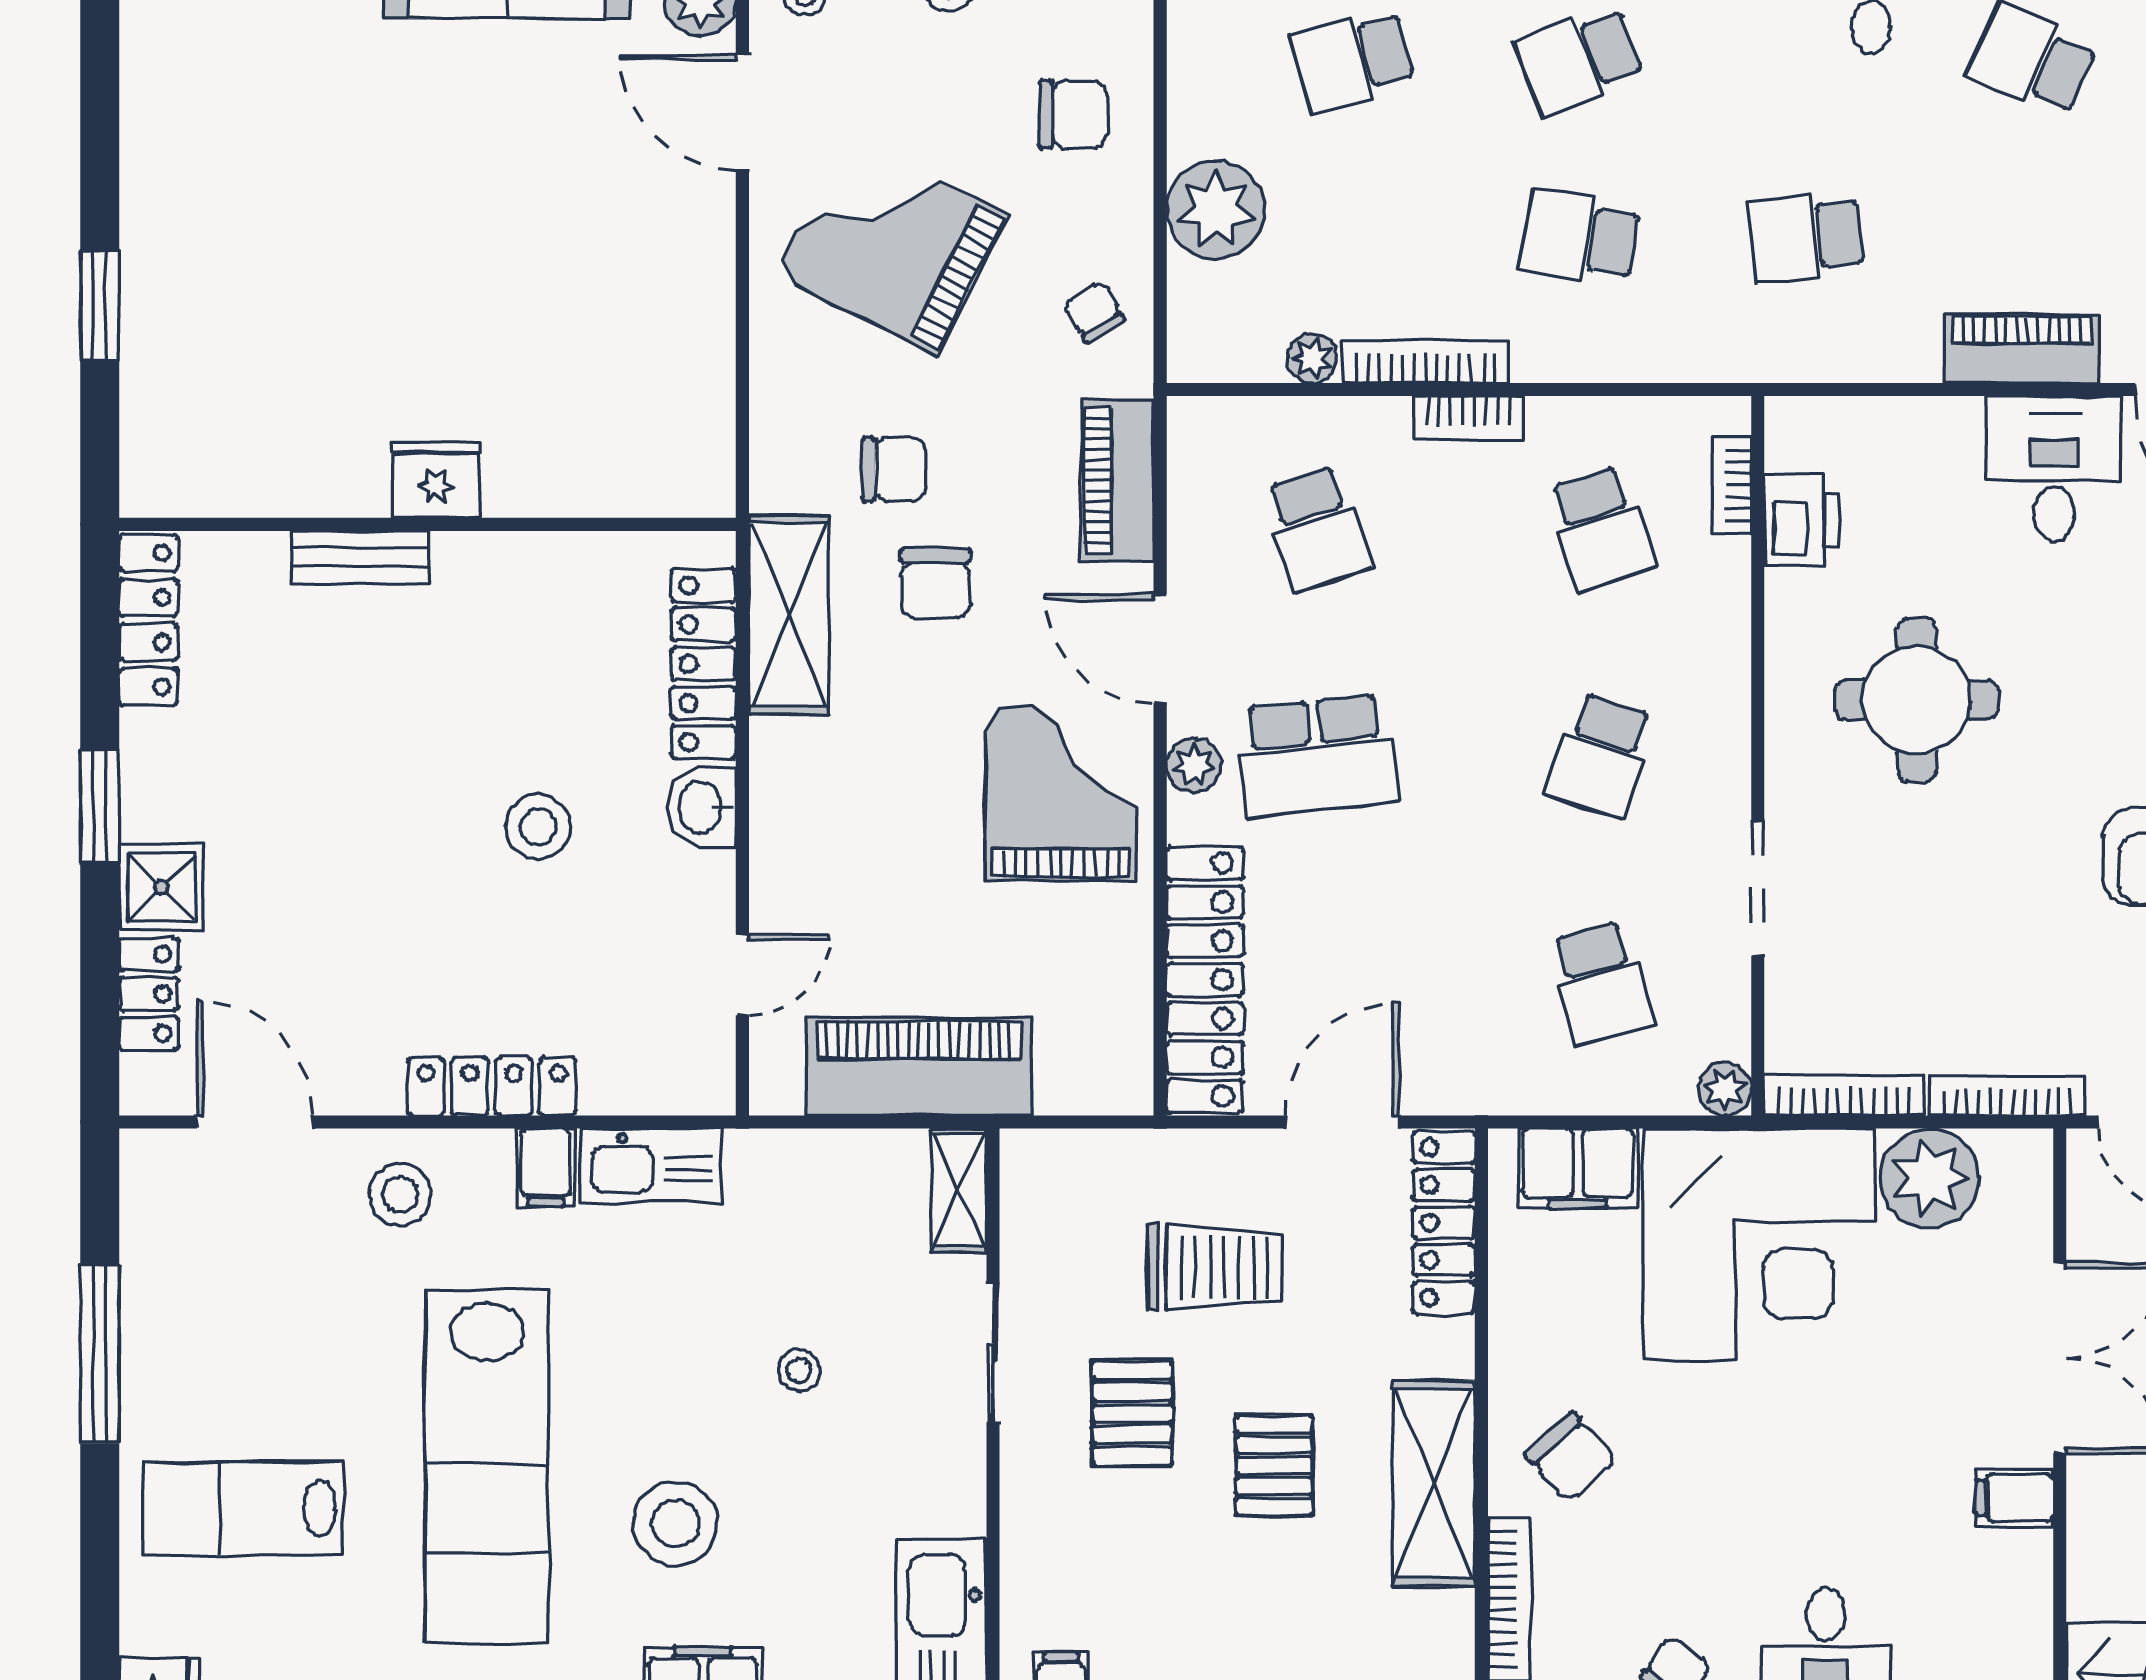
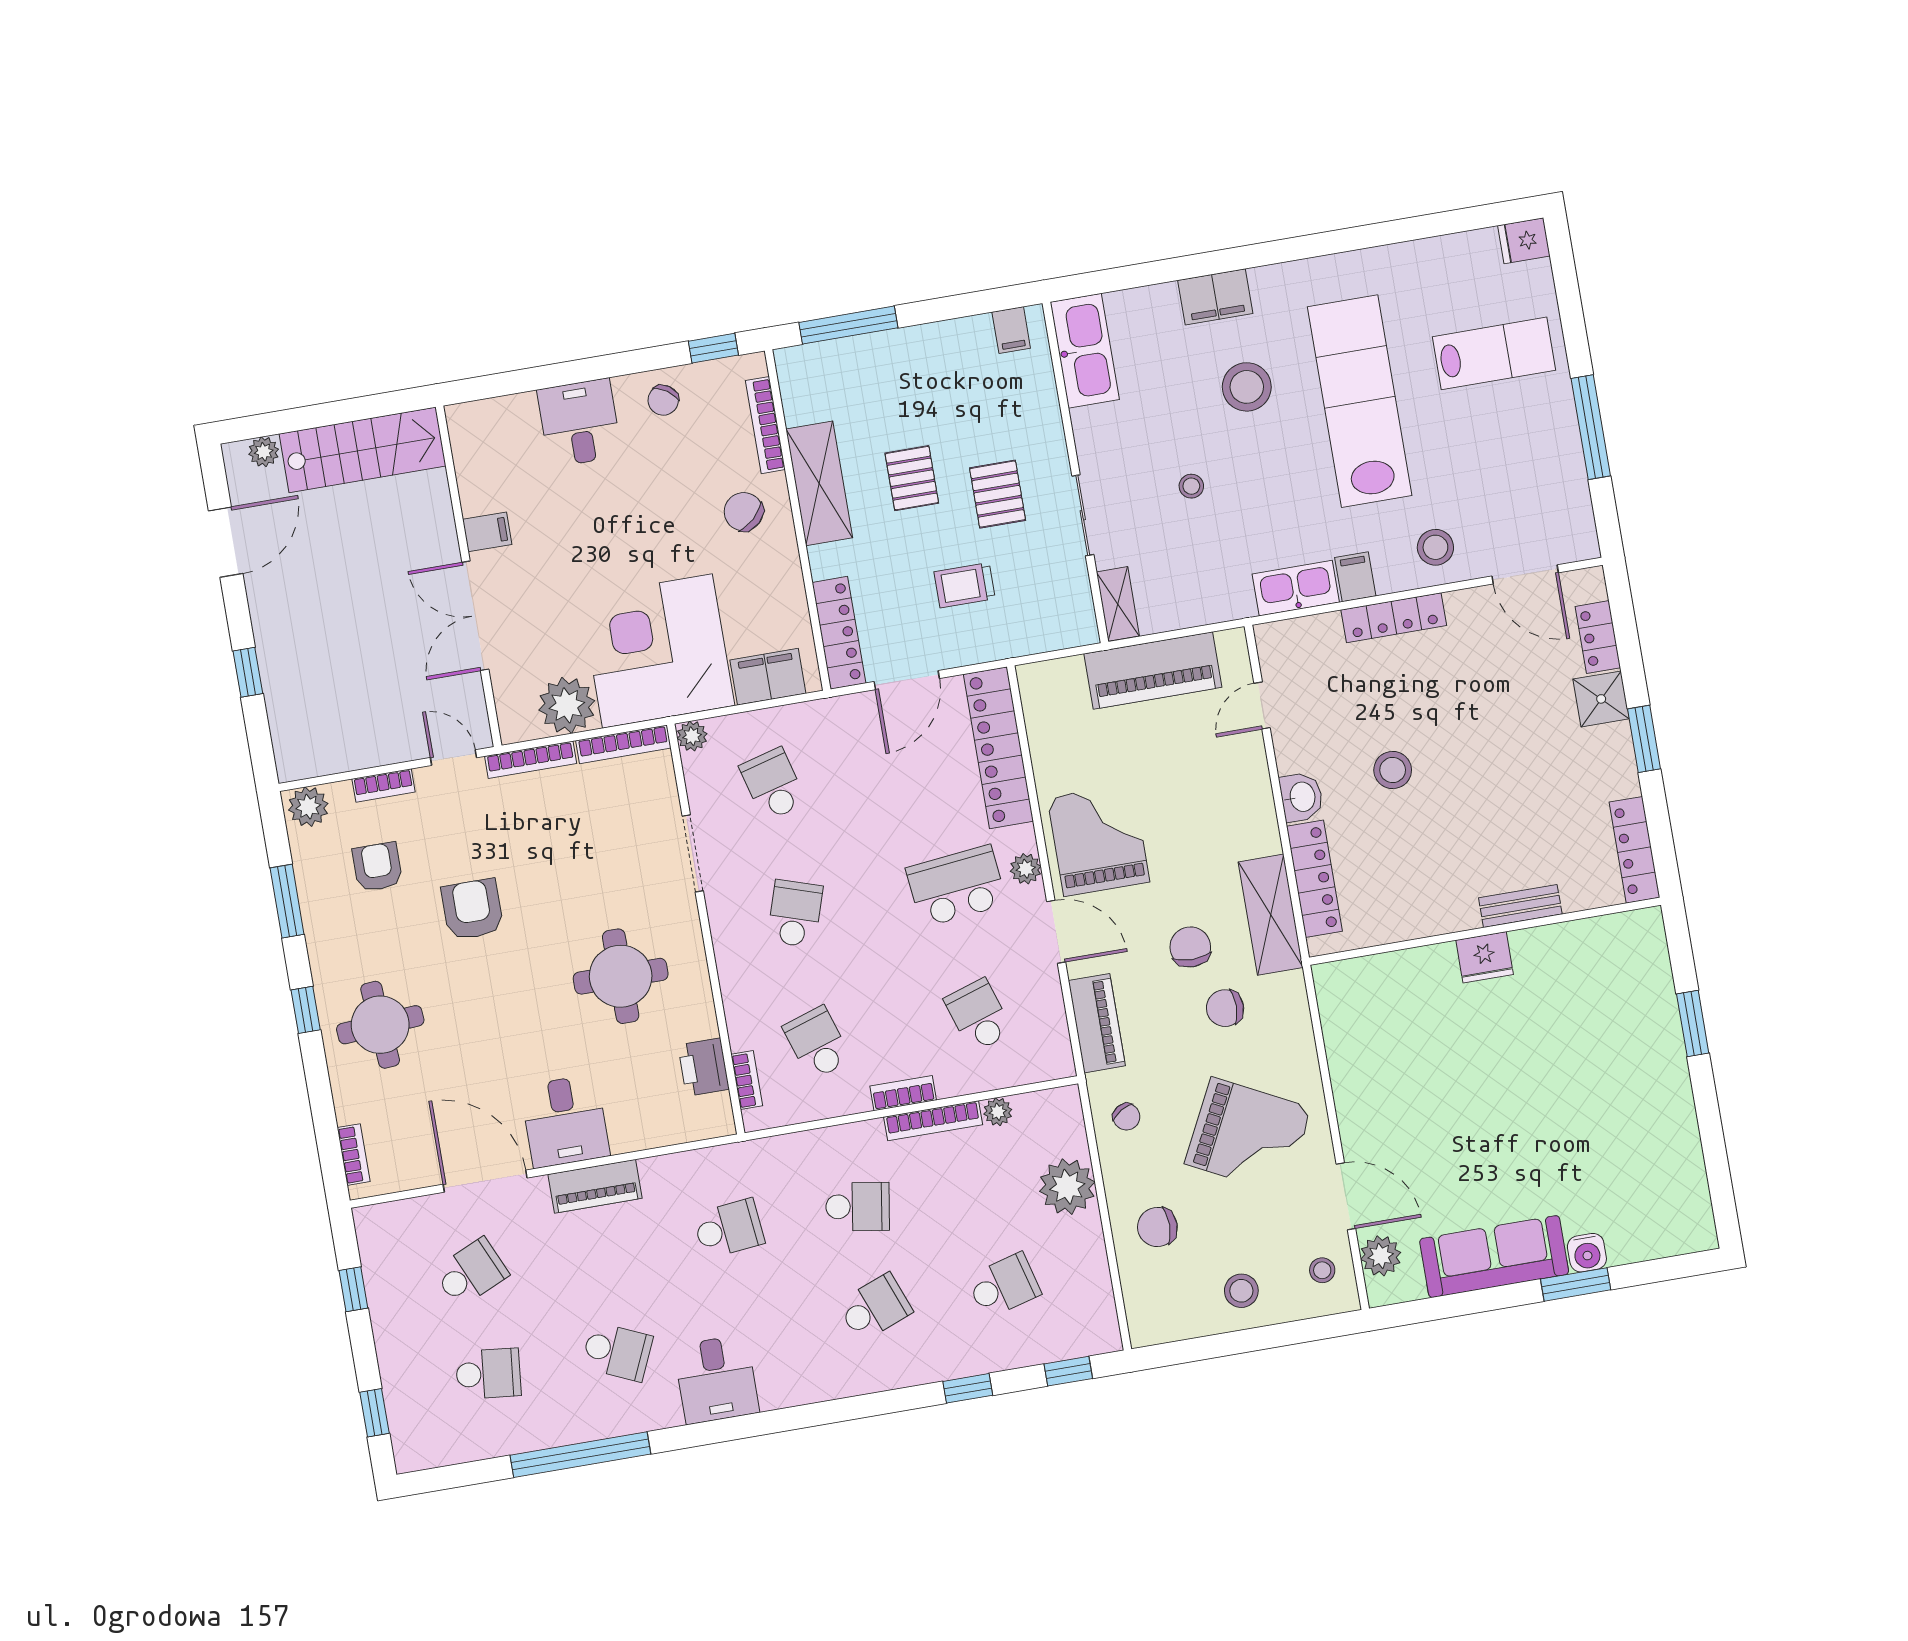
grand piano: (1061, 793) -> (1098, 840), turned 180
trolley: (1215, 1267) -> (965, 585), width x0.73, depth x0.72

